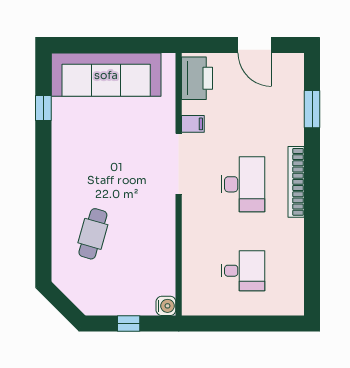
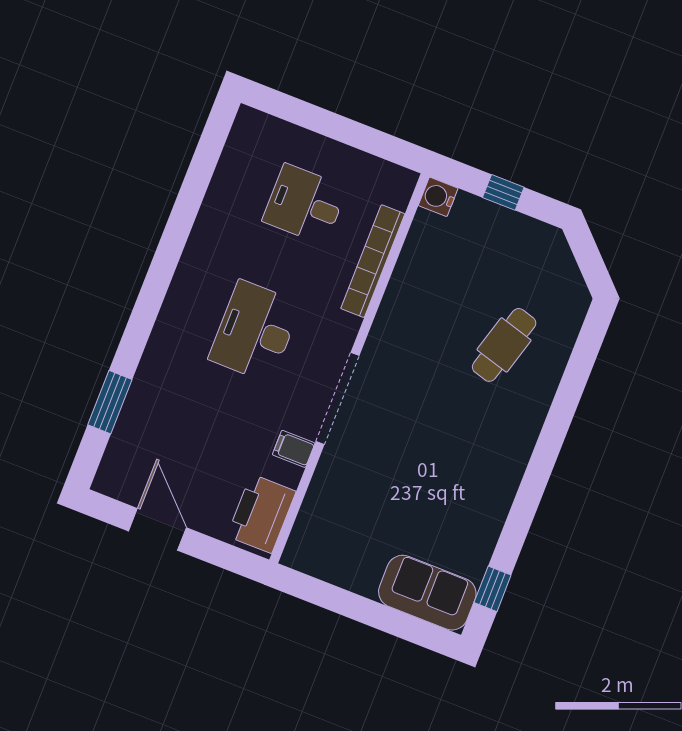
sofa: (106, 75) -> (427, 593), width x0.54, depth x0.79
window: (43, 108) -> (493, 589), moved
bookcase: (296, 182) -> (373, 261), moved, turned 180

